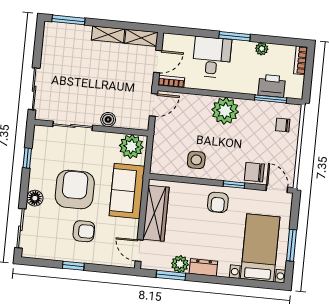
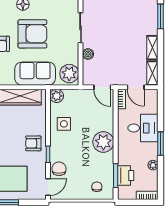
plant: (159, 166) -> (57, 96), added

